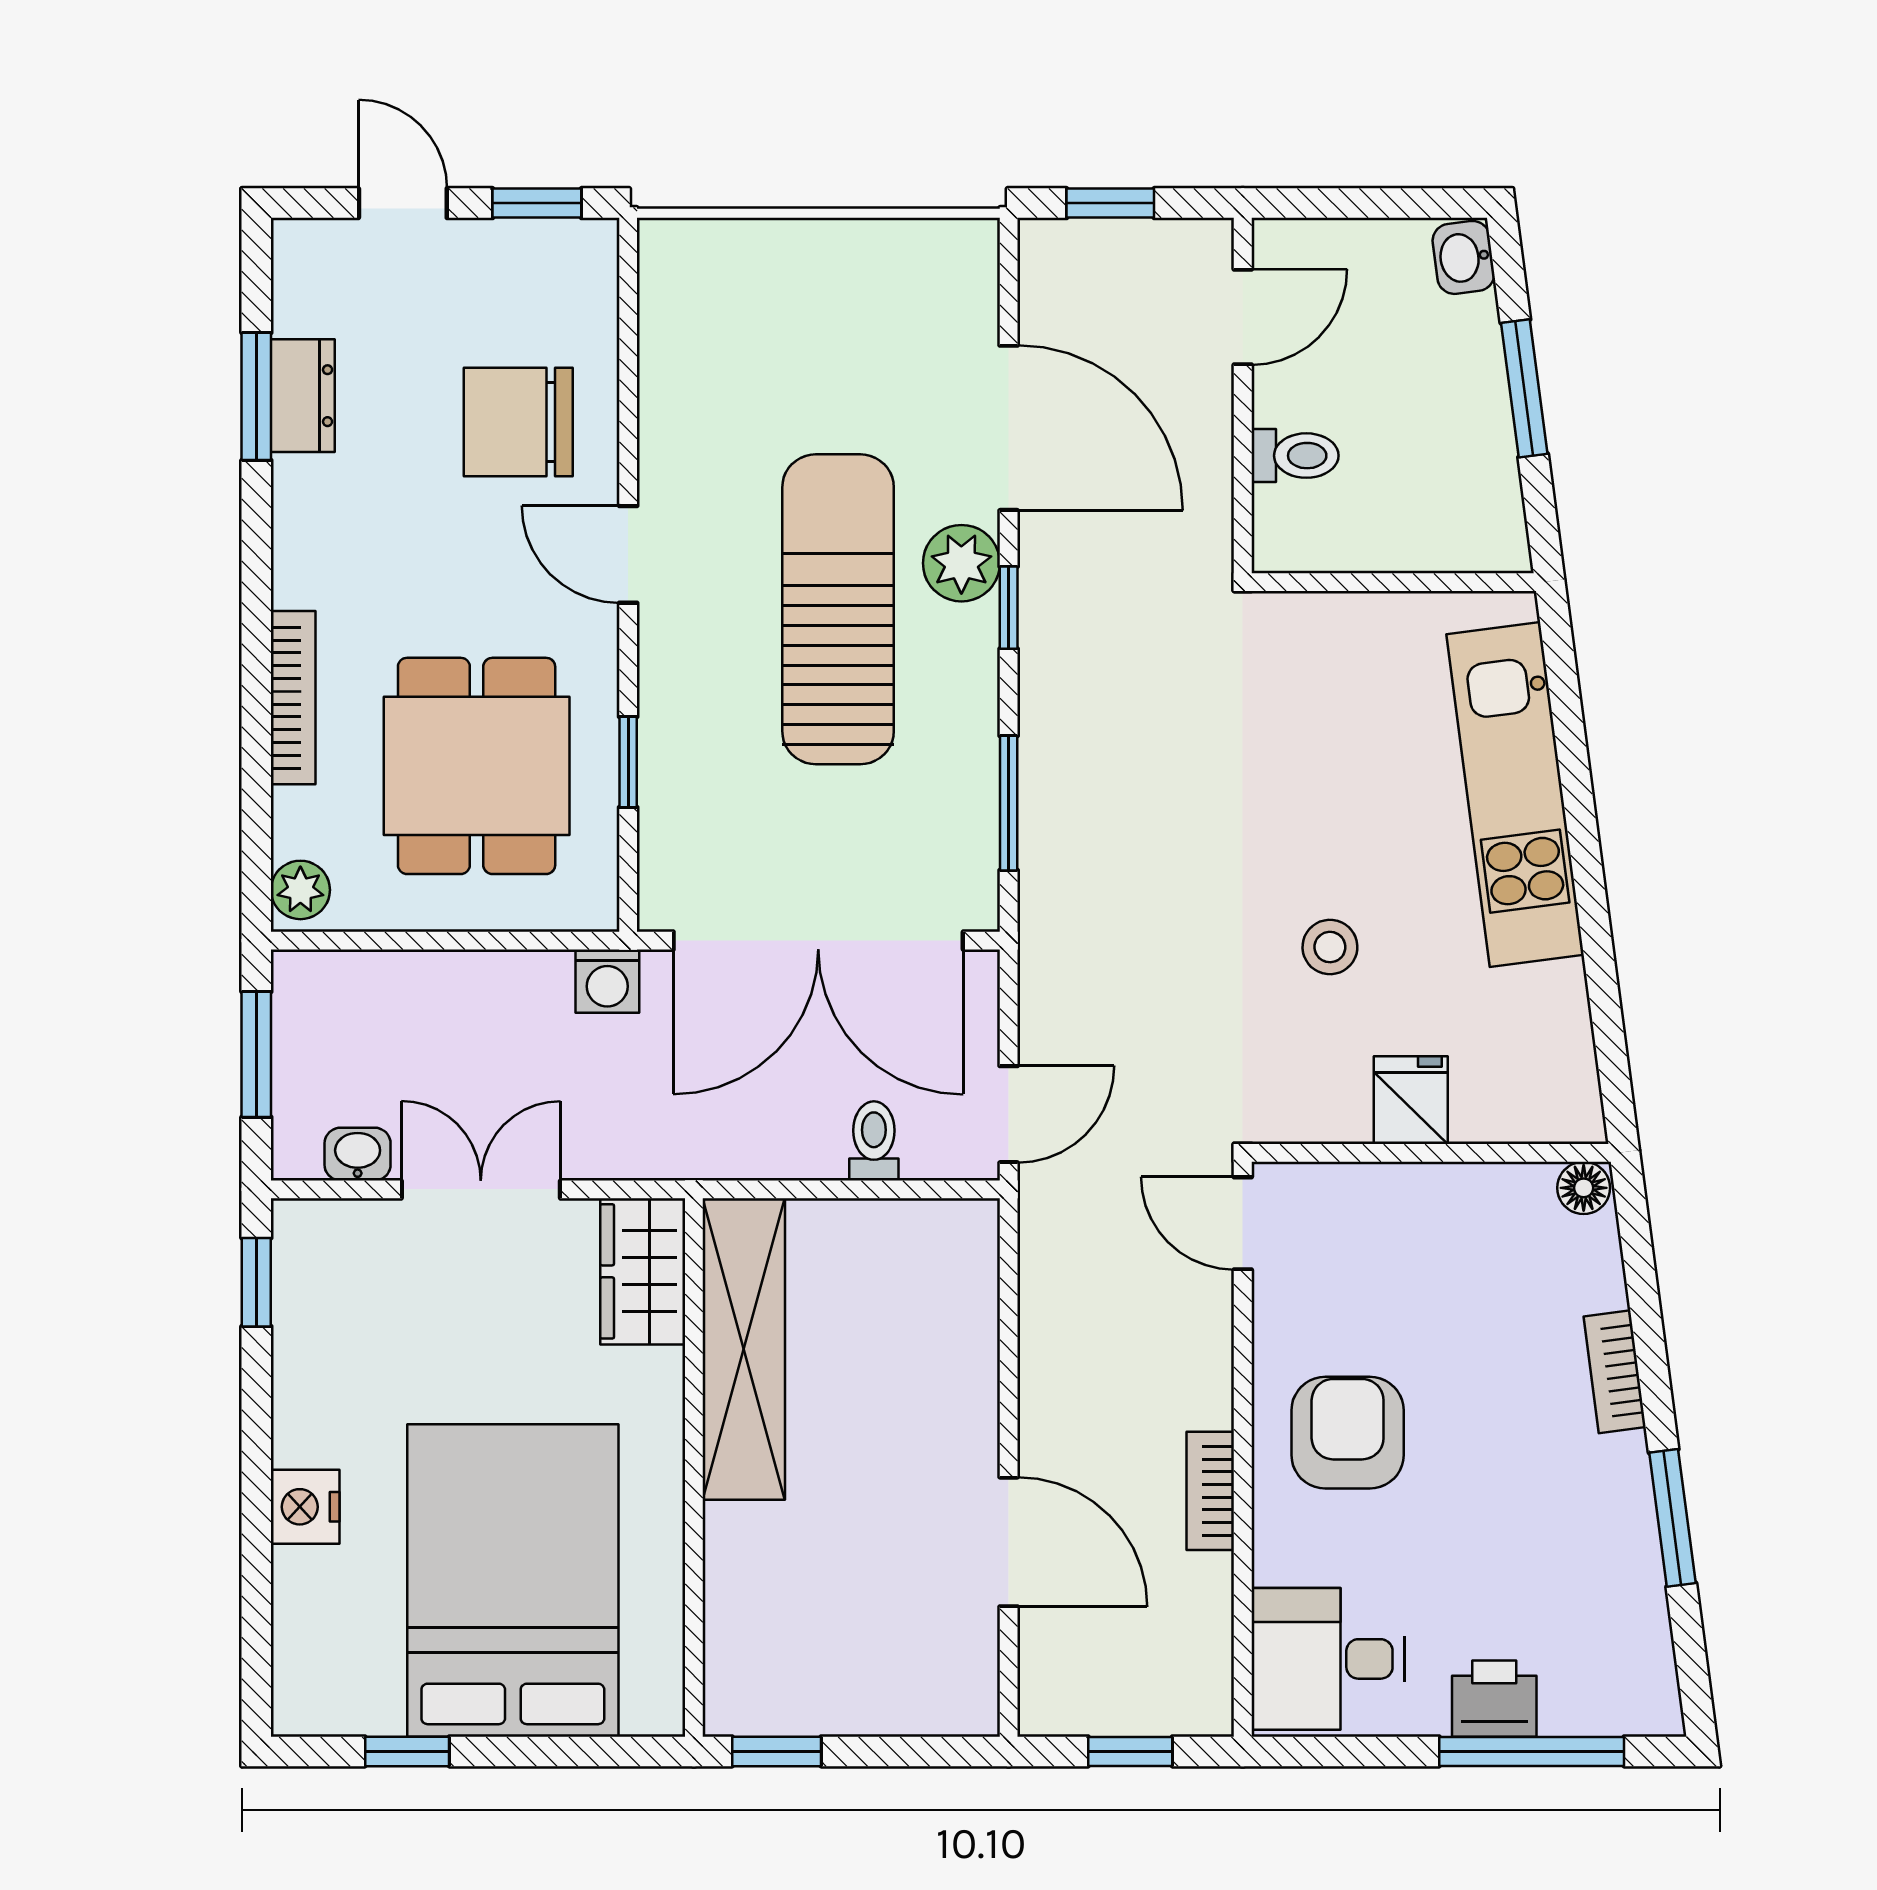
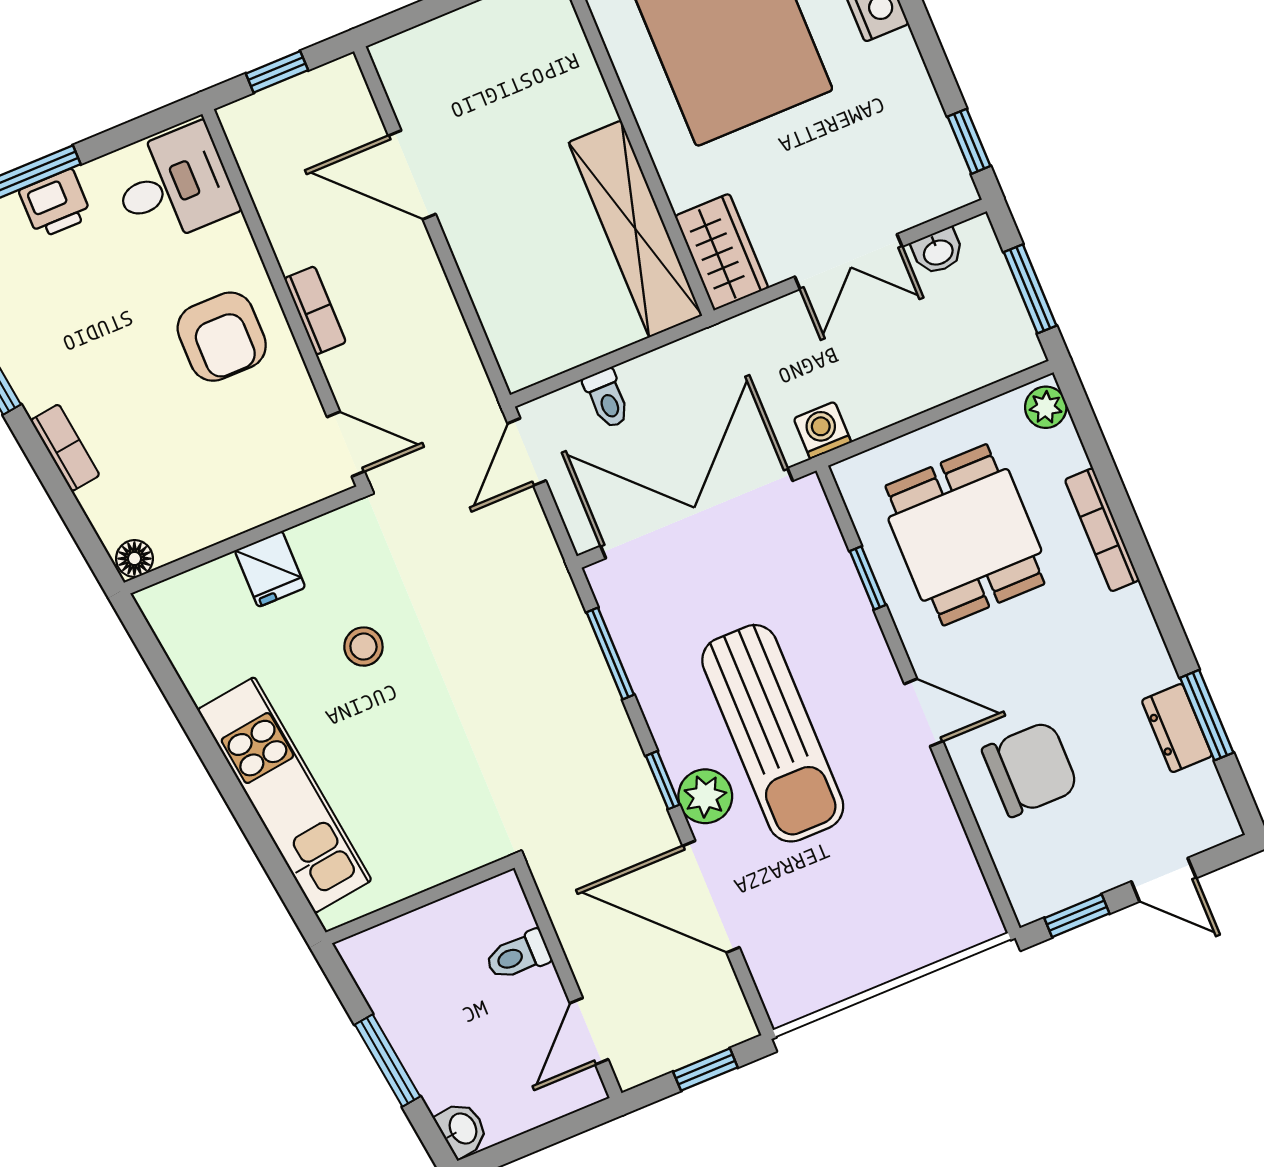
bookcase: (1210, 1491) -> (315, 310), moved

